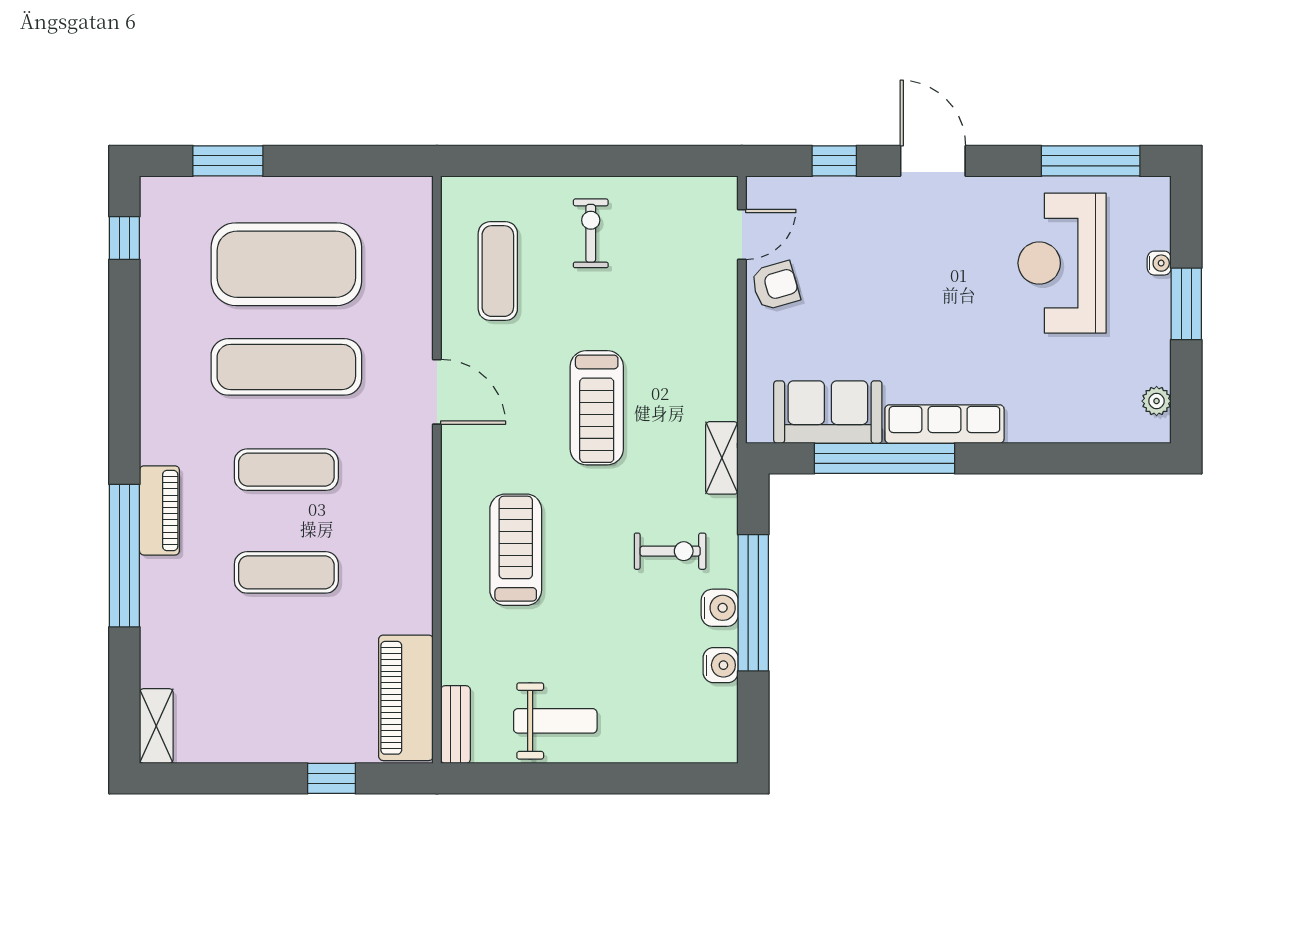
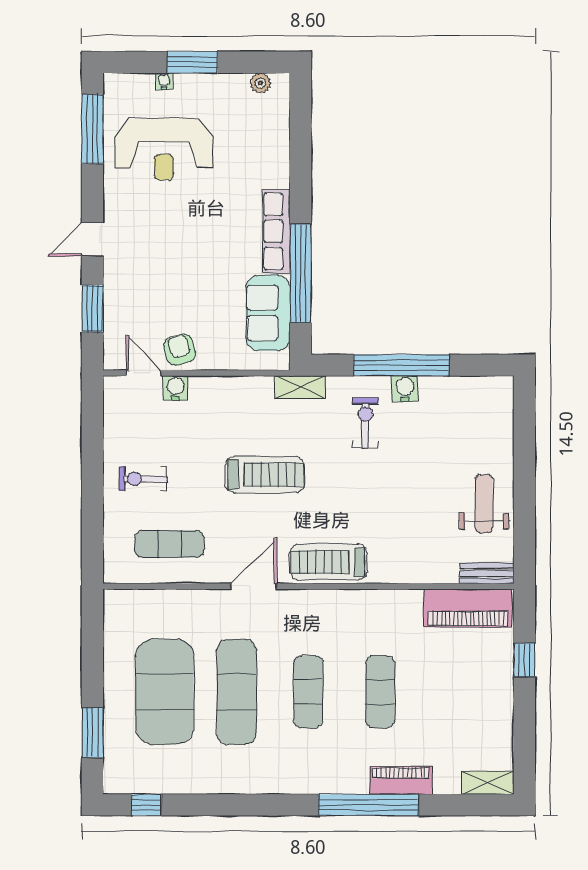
window: (834, 161) -> (92, 308), width x1.50
door: (933, 161) -> (92, 239), width x0.73
piano: (159, 510) -> (401, 780), moved
treadmill: (516, 550) -> (328, 562), moved
water cooler: (721, 665) -> (176, 388), moved

